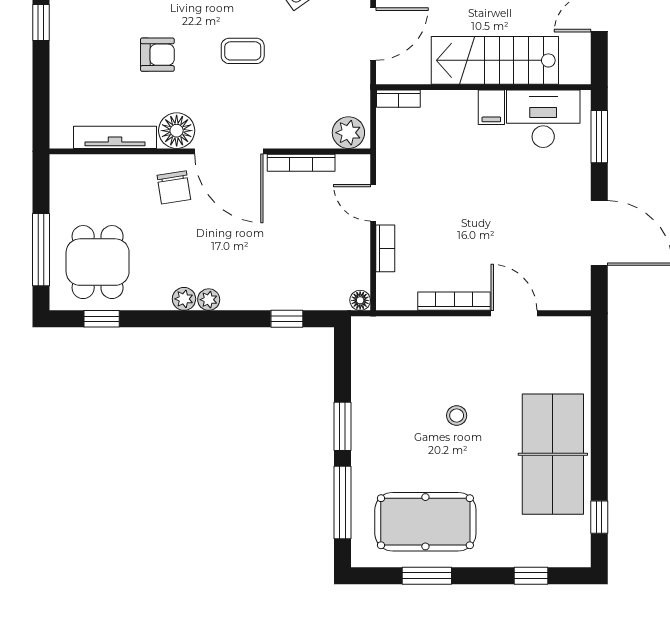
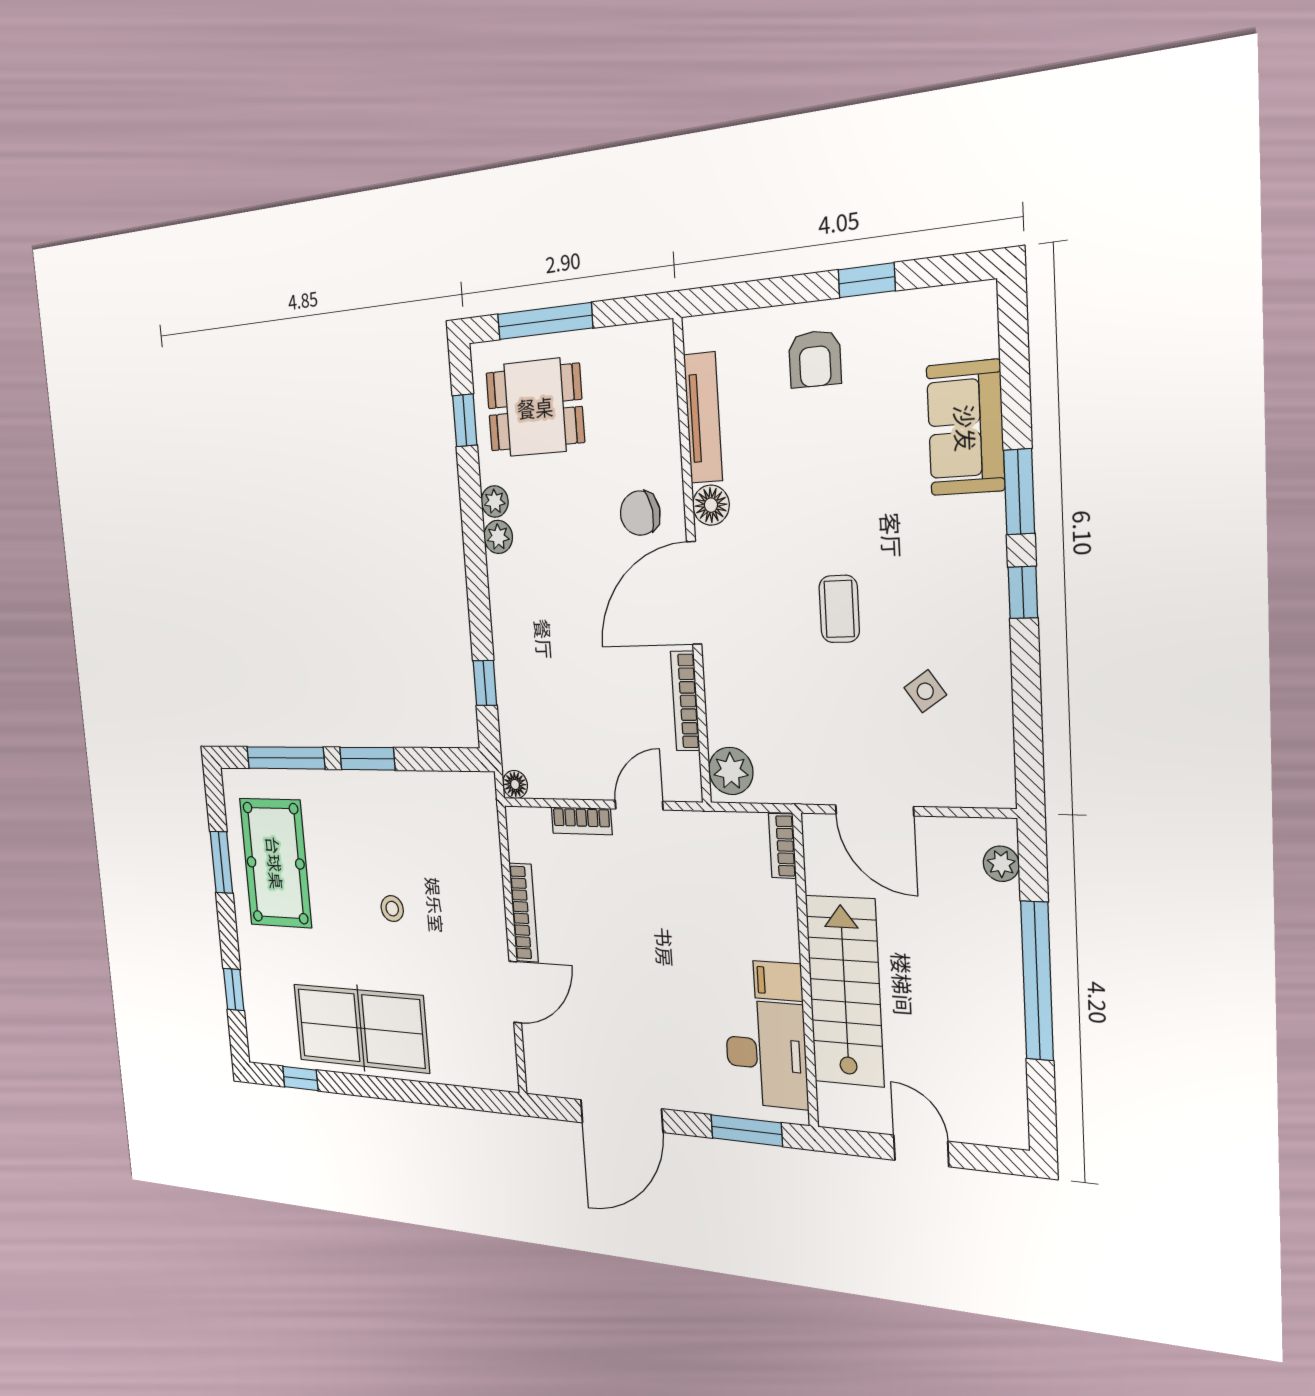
armchair: (157, 55) -> (815, 359), moved
floor lamp: (177, 131) -> (711, 505), width x0.73, depth x0.73
plant: (209, 300) -> (495, 501), moved

